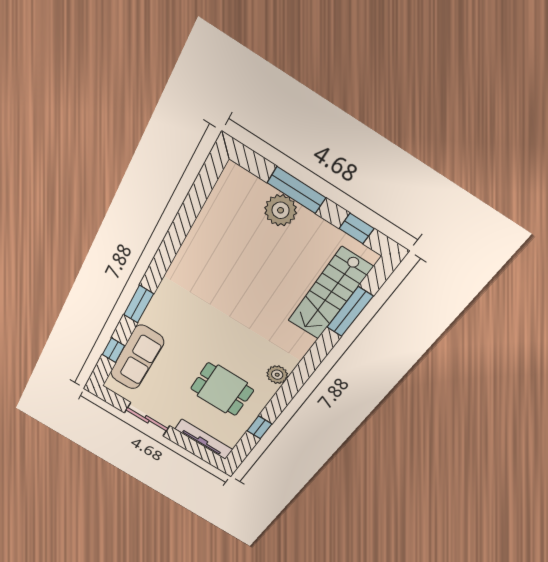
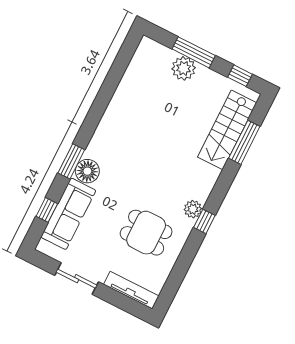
floor lamp: (157, 317) -> (87, 171), added
window: (259, 427) -> (204, 221), moved

